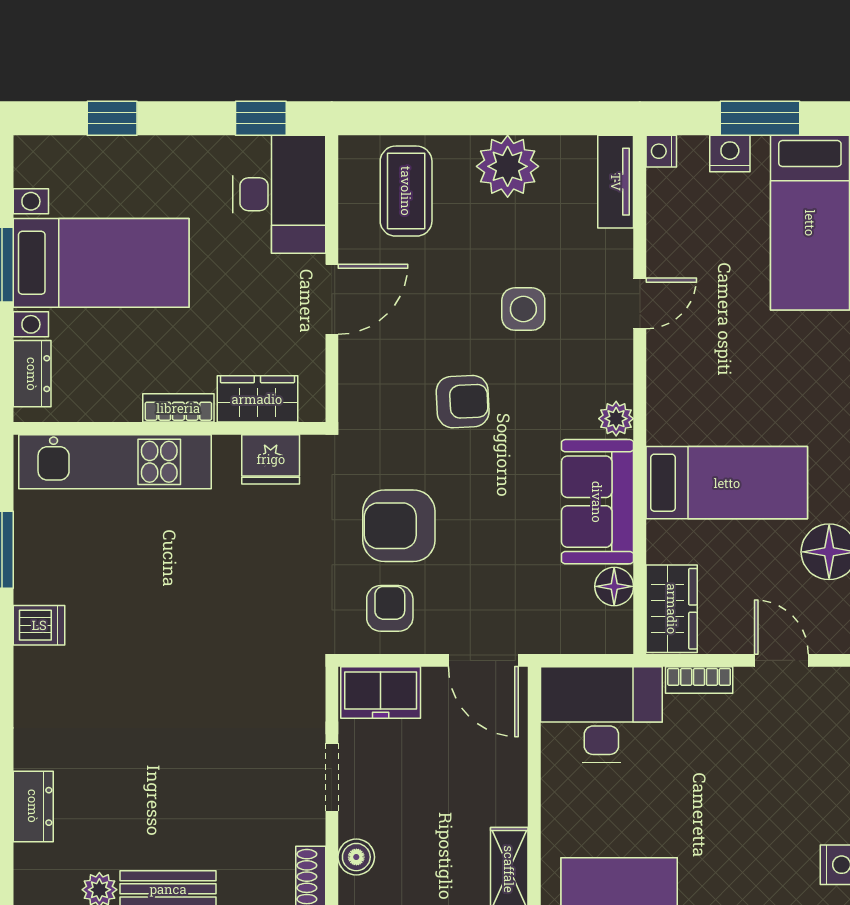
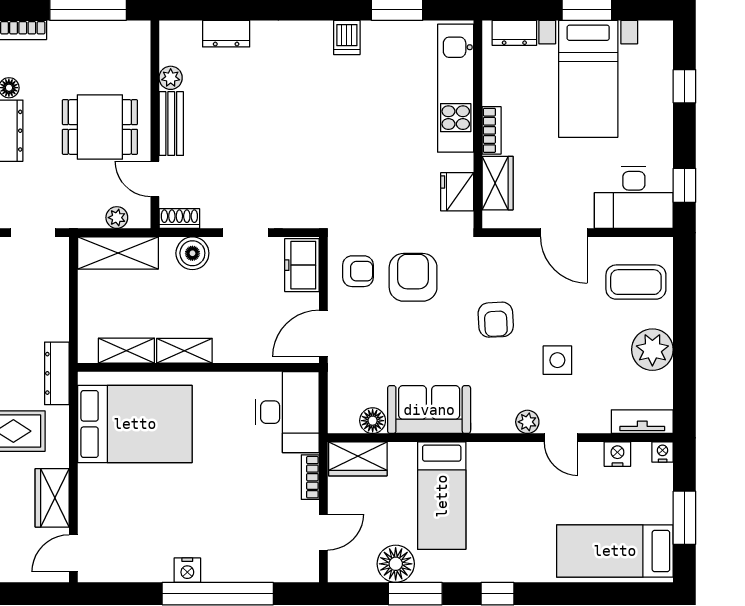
nightstand: (730, 154) -> (617, 454), moved, turned -90
plant: (616, 419) -> (527, 422), moved
boiler: (356, 857) -> (192, 253), width x1.36, depth x1.36

